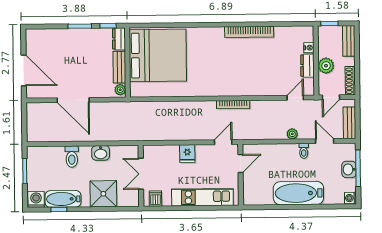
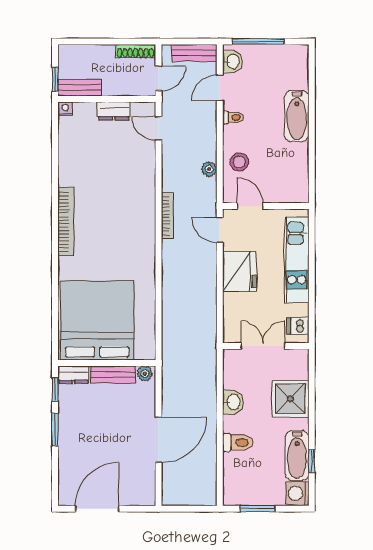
bookcase: (249, 32) -> (66, 222), moved
bench: (349, 41) -> (80, 88), moved
nightstand: (309, 48) -> (65, 109), moved
plant: (326, 66) -> (114, 85), removed
door: (24, 70) -> (97, 509), moved
door: (331, 97) -> (158, 78), hinge flipped
plant: (292, 134) -> (209, 169), moved
fridge: (187, 154) -> (239, 271), width x1.88, depth x1.34
stool: (272, 156) -> (239, 162), added
washbasin: (349, 169) -> (232, 61), moved, turned -90
double door: (141, 174) -> (263, 346), swing flipped
bathtub: (298, 193) -> (297, 116), width x0.73, depth x0.73
washing machine: (351, 198) -> (300, 52), removed

